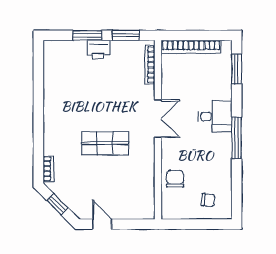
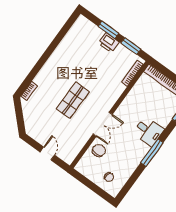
double door: (158, 119) -> (103, 124), moved
shop shelf: (105, 143) -> (73, 100), turned 90
window: (57, 204) -> (19, 115), removed
door: (102, 224) -> (47, 154), moved

